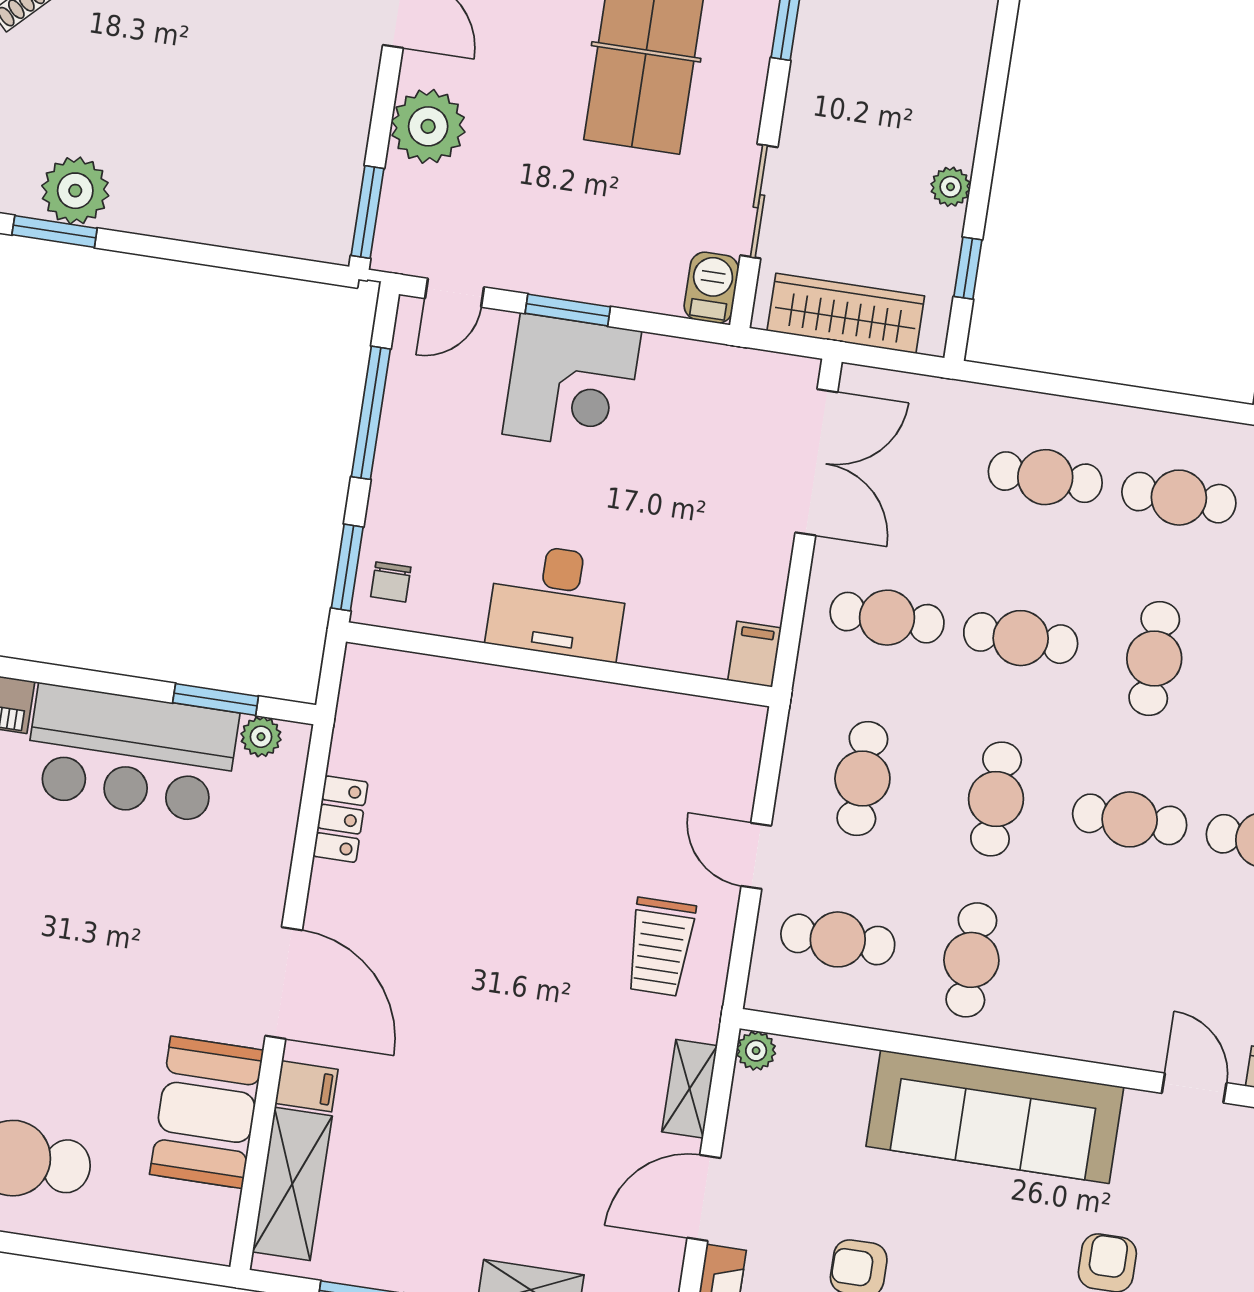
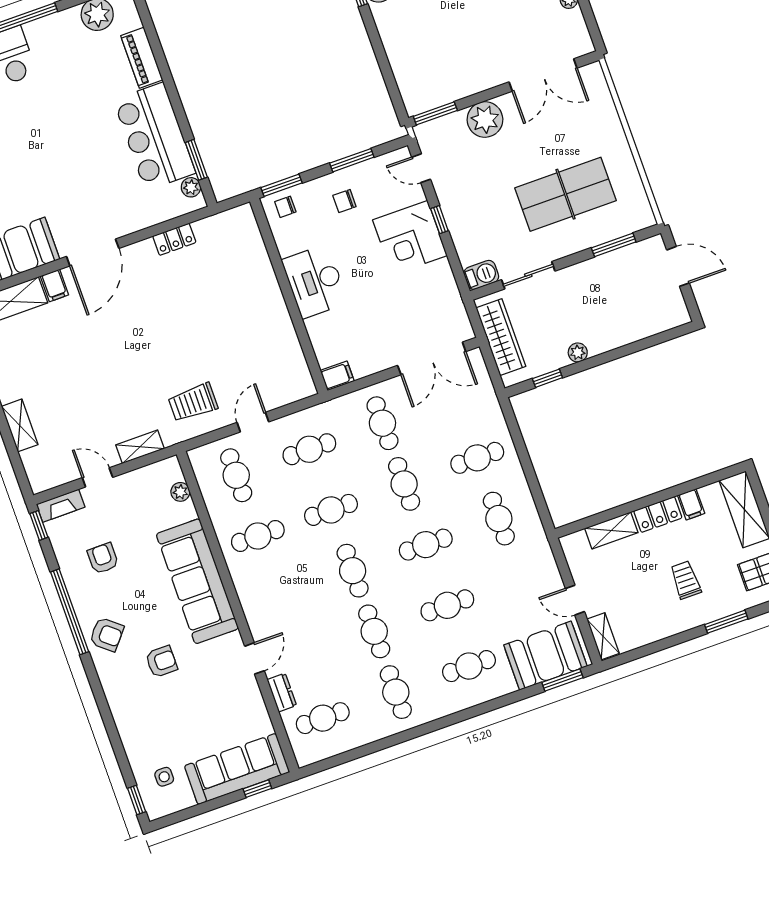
window: (568, 310) -> (439, 220), width x0.67
window: (371, 413) -> (352, 160), width x0.69
chair: (439, 467) -> (344, 201), added
cafe table: (1045, 477) -> (477, 458), turned 90
plant: (756, 1051) -> (180, 492), moved
door: (704, 1198) -> (97, 477), width x0.73

